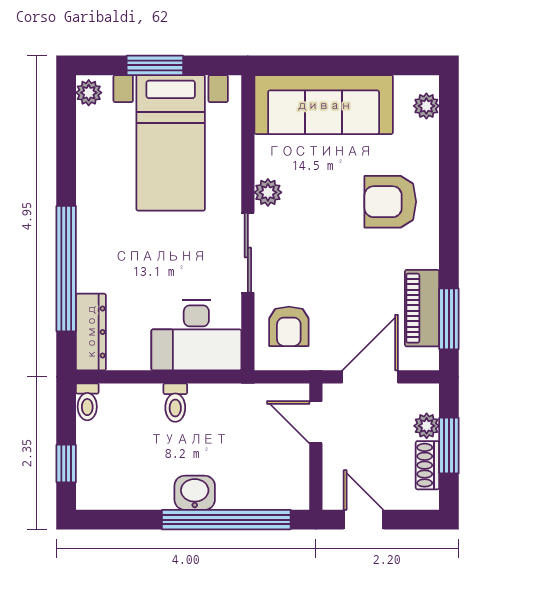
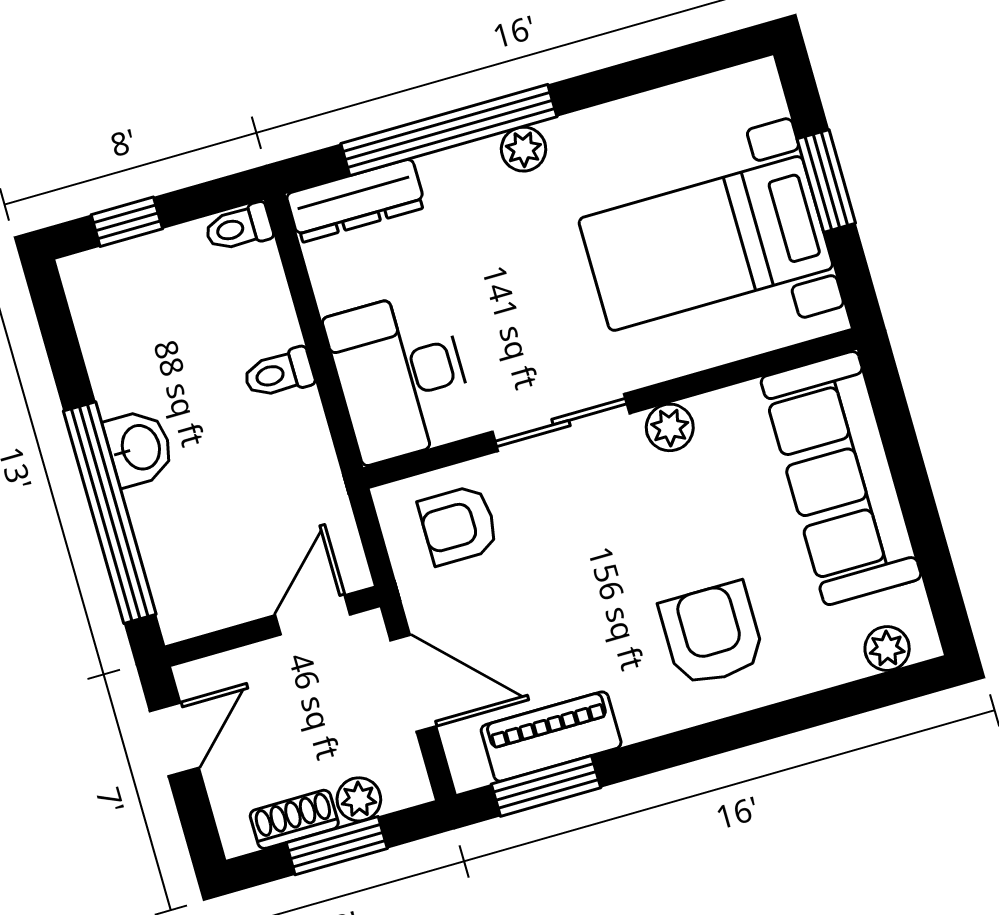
plant: (89, 93) -> (524, 149), moved

